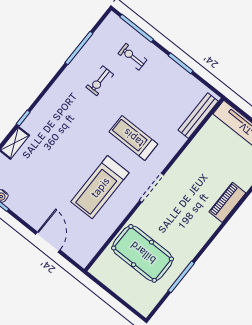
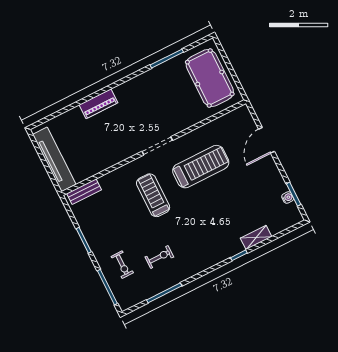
bench: (198, 116) -> (84, 192), width x0.73
treadmill: (133, 138) -> (153, 195), turned 180
pool table: (143, 253) -> (210, 78), moved

